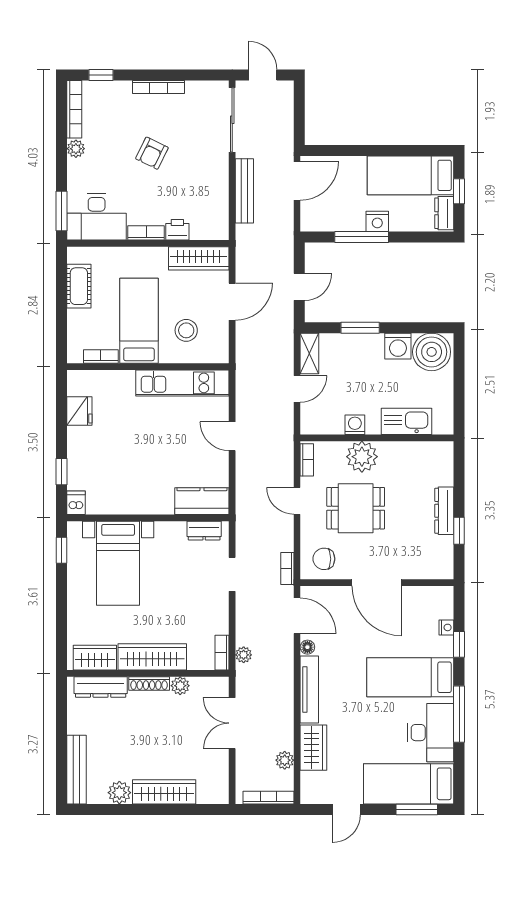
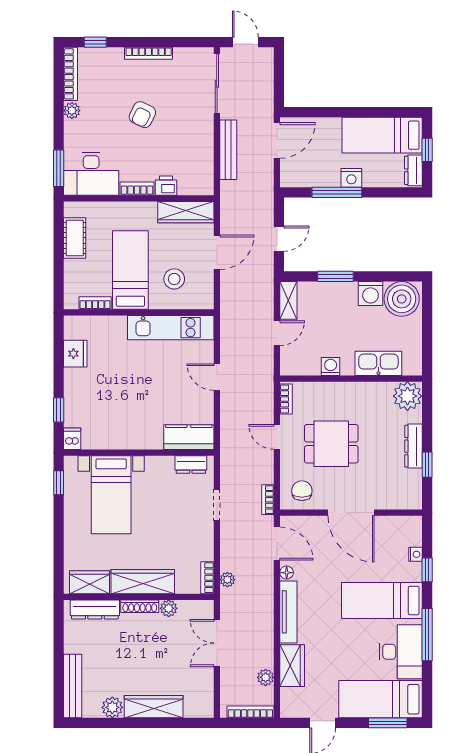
plant: (362, 457) -> (407, 396), moved
chair: (324, 559) -> (302, 491), turned 90

